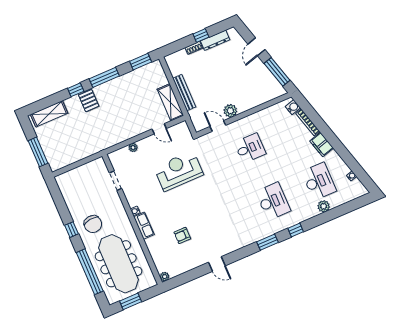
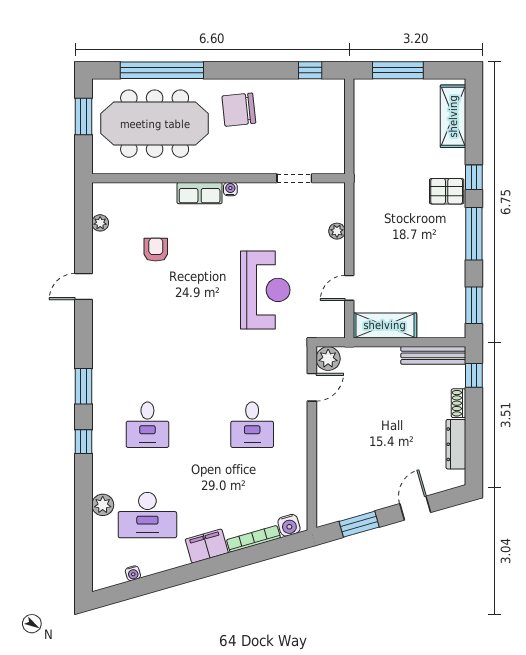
window: (201, 36) -> (474, 375), moved
door: (256, 47) -> (415, 508), hinge flipped
window: (277, 72) -> (359, 524), width x0.69
bench: (184, 93) -> (433, 355), moved
plant: (230, 111) -> (328, 359), moved
desk: (273, 201) -> (147, 425), width x0.73
window: (72, 230) -> (310, 70), moved
plant: (165, 277) -> (100, 223), moved

